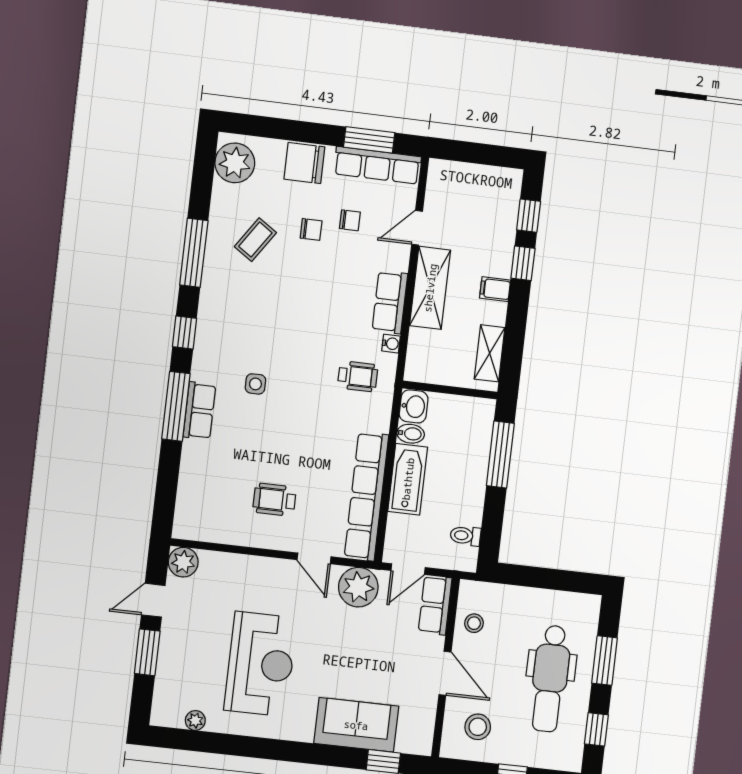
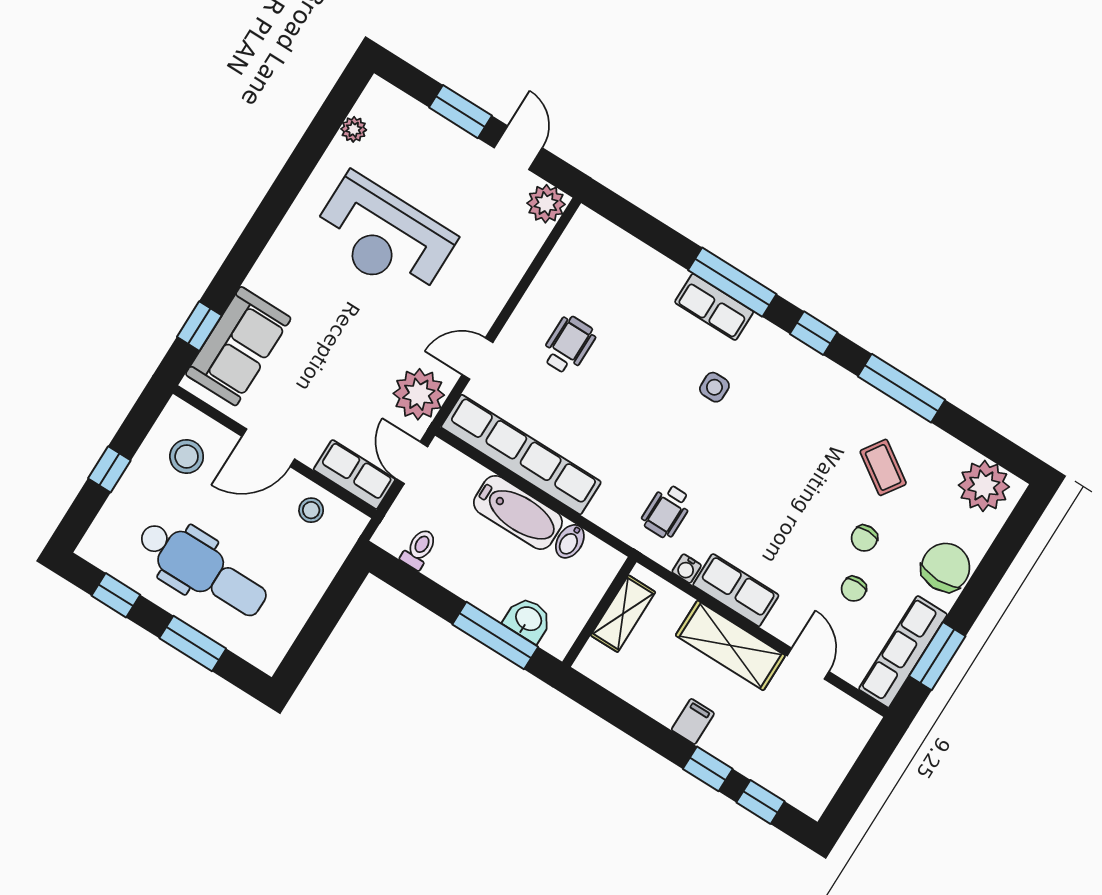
shelving: (490, 353) -> (623, 614), moved, turned 90
washbasin: (414, 406) -> (528, 620), moved, turned 180
dental chair: (550, 679) -> (202, 569), turned 180
sofa: (356, 725) -> (238, 346), moved

